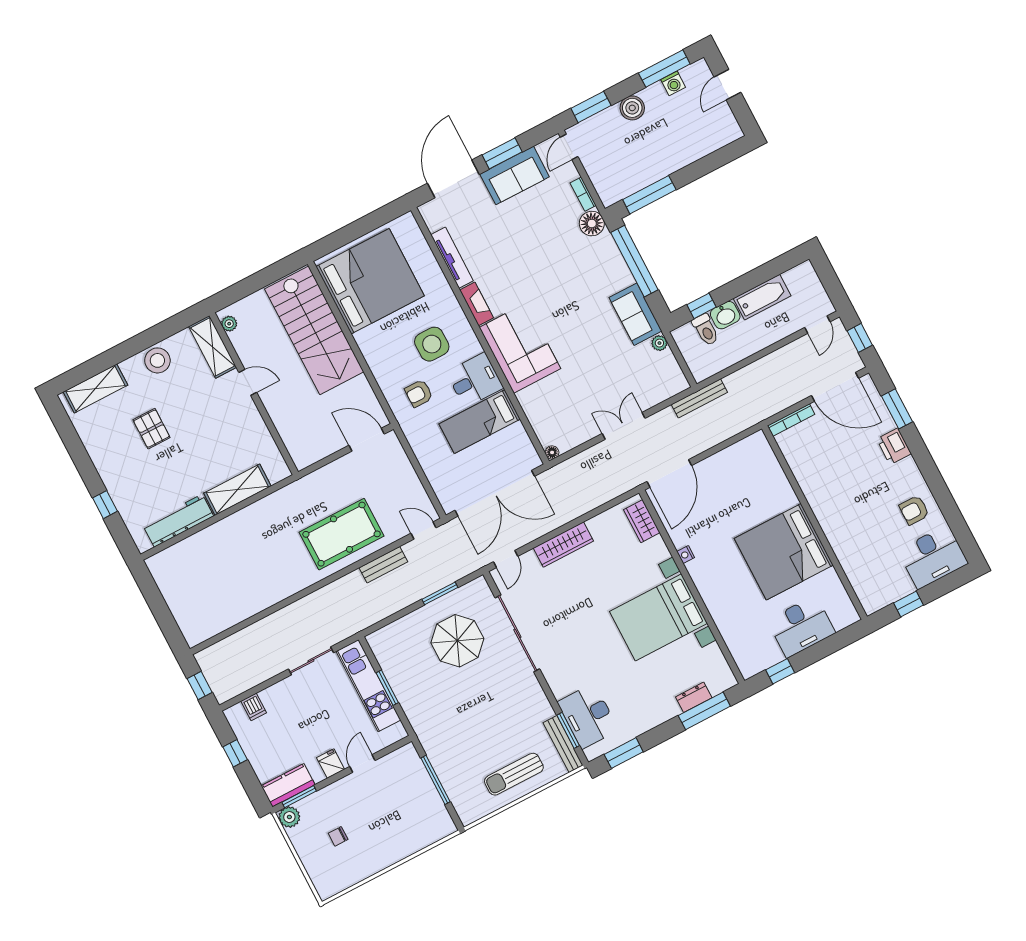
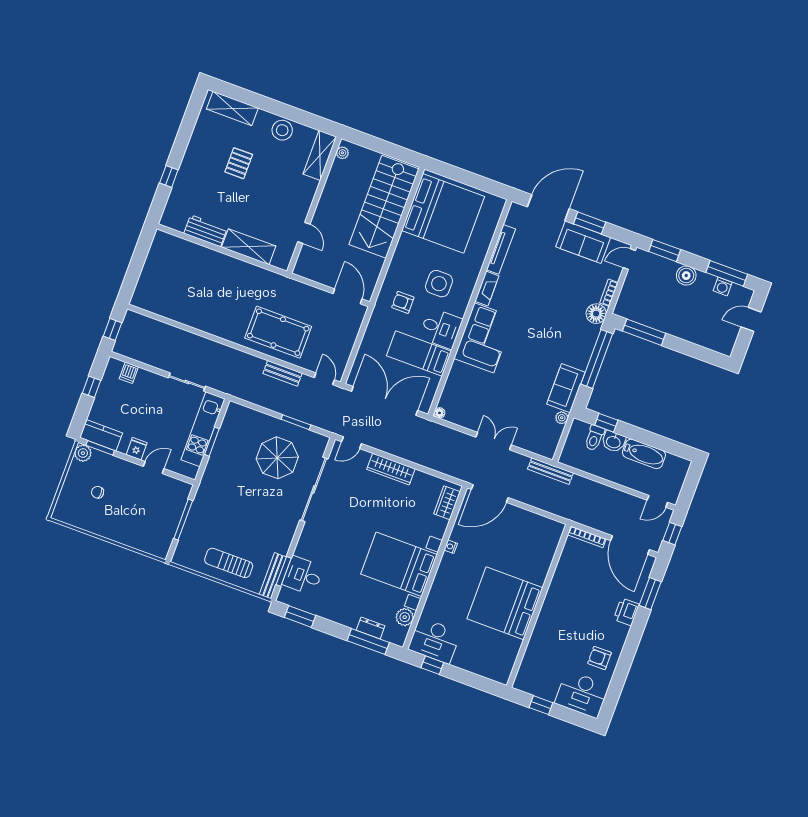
door: (248, 382) -> (304, 233), moved
double door: (495, 493) -> (385, 401), swing flipped
workbench: (178, 521) -> (205, 231), width x0.73
desk: (801, 627) -> (434, 641), moved
plant: (712, 656) -> (405, 617), added
desk: (588, 716) -> (303, 576), width x0.73

